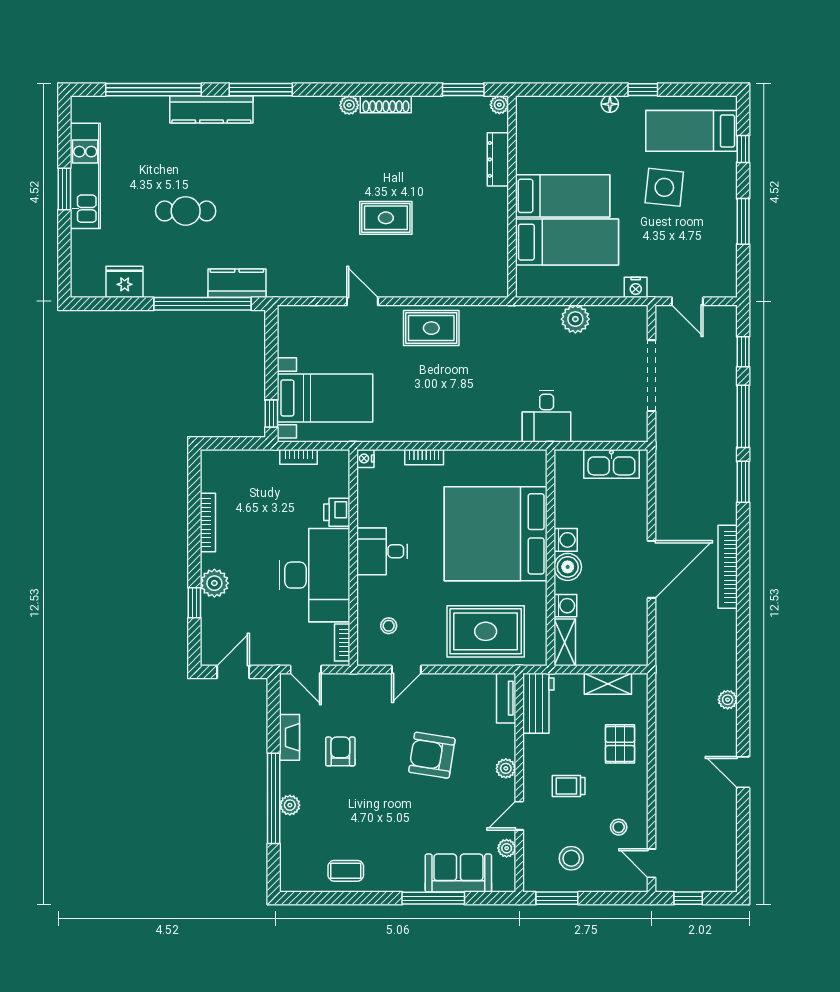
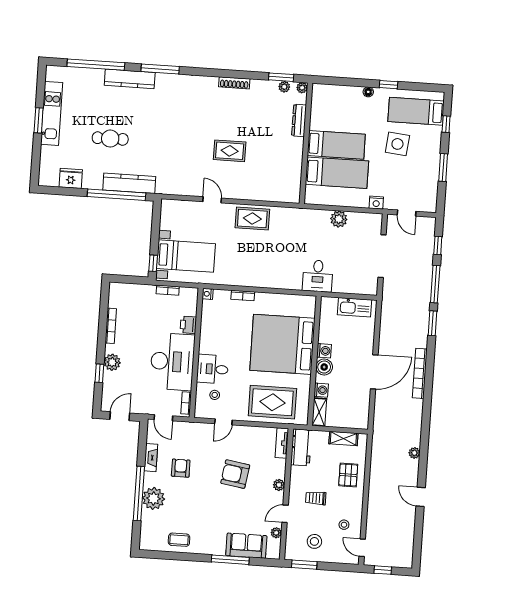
plant: (349, 105) -> (284, 87), moved
kitchen counter: (237, 283) -> (129, 183), width x1.50
desk: (382, 551) -> (212, 369), moved
plant: (290, 805) -> (153, 498), width x1.87, depth x1.87

